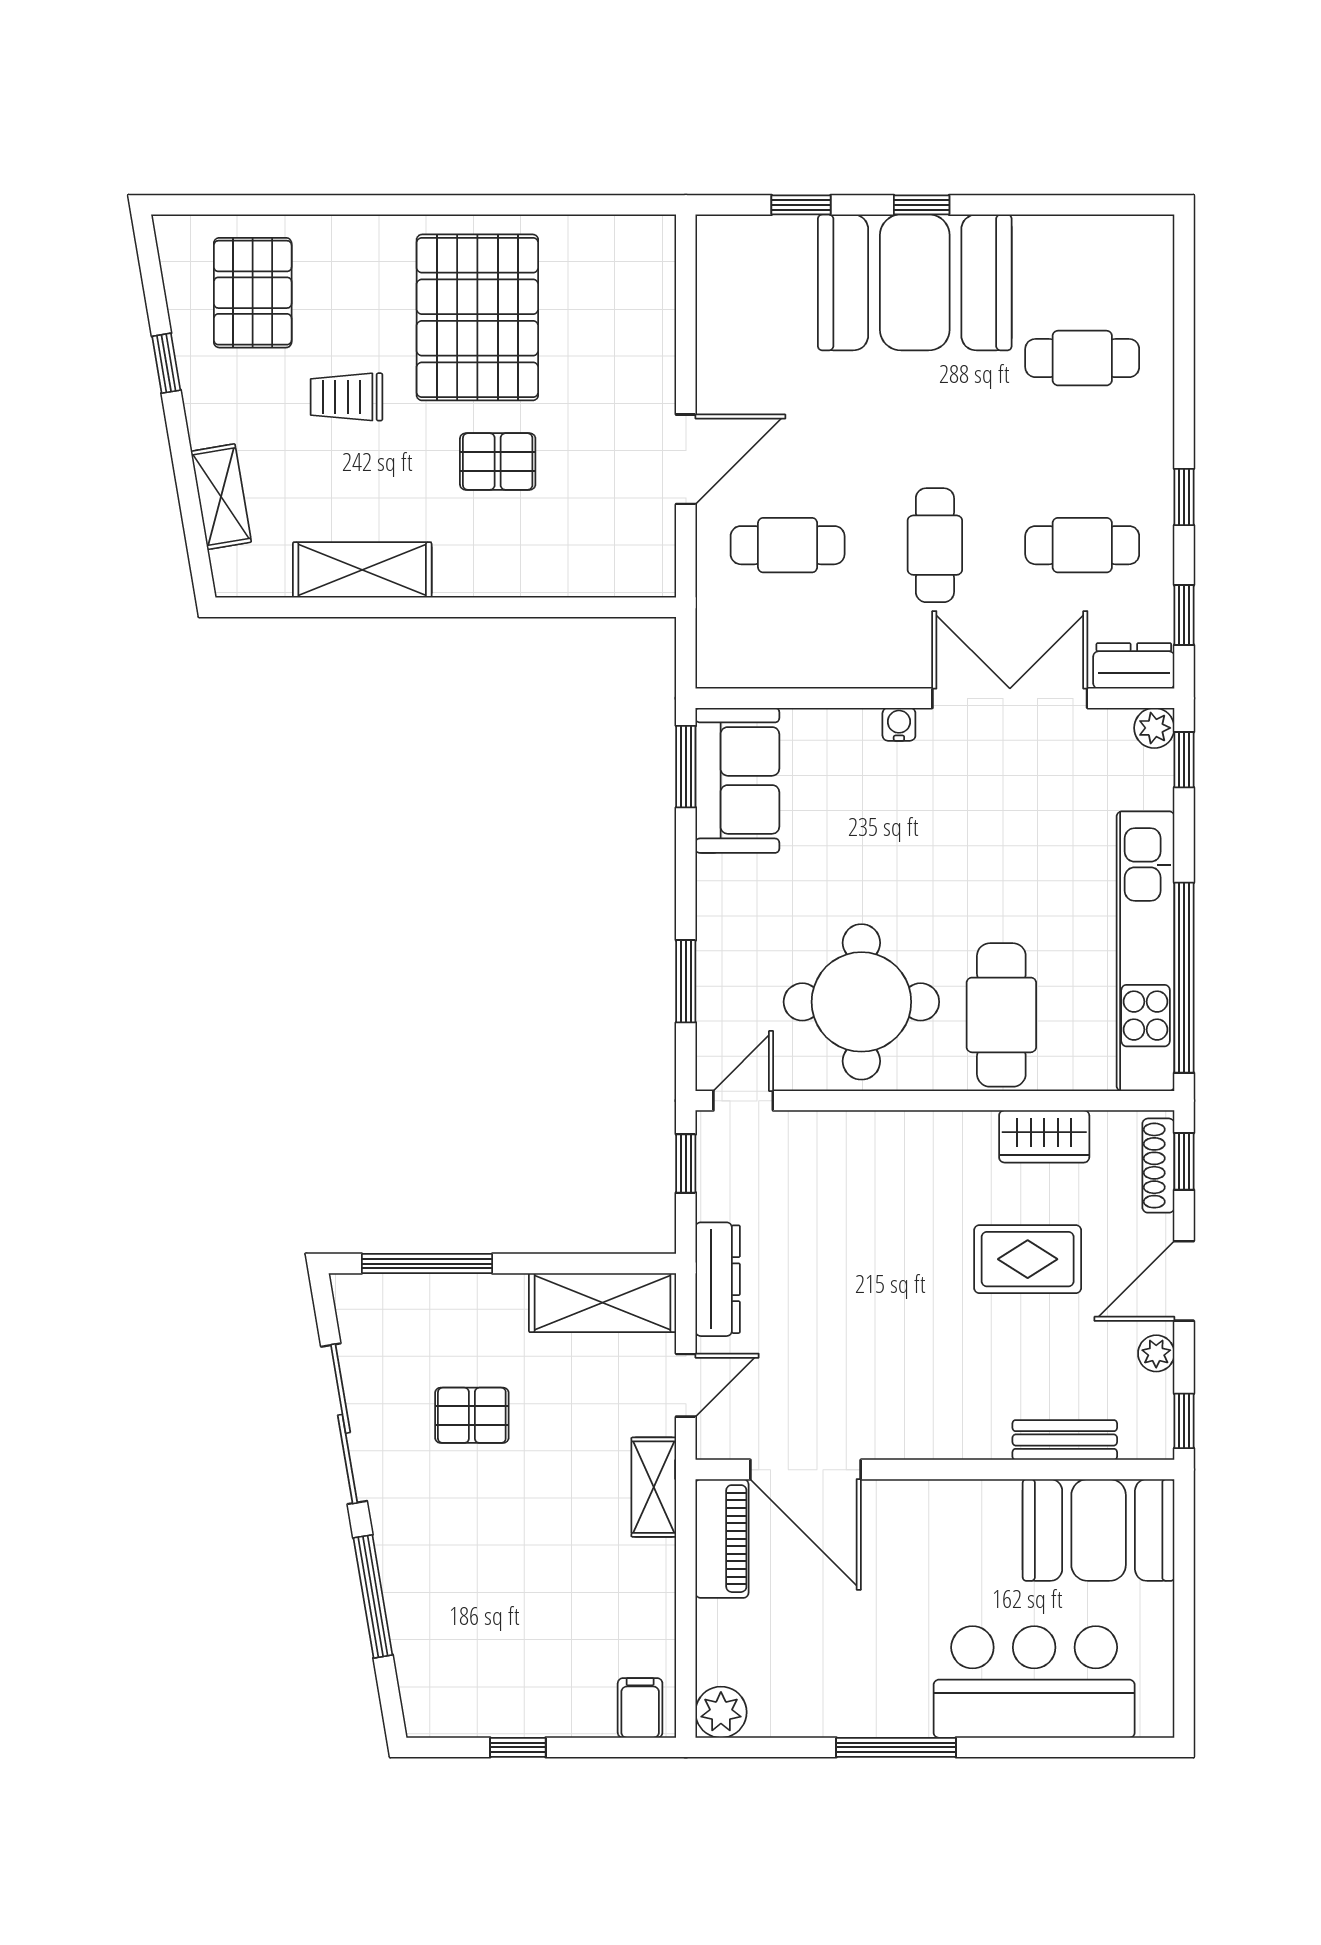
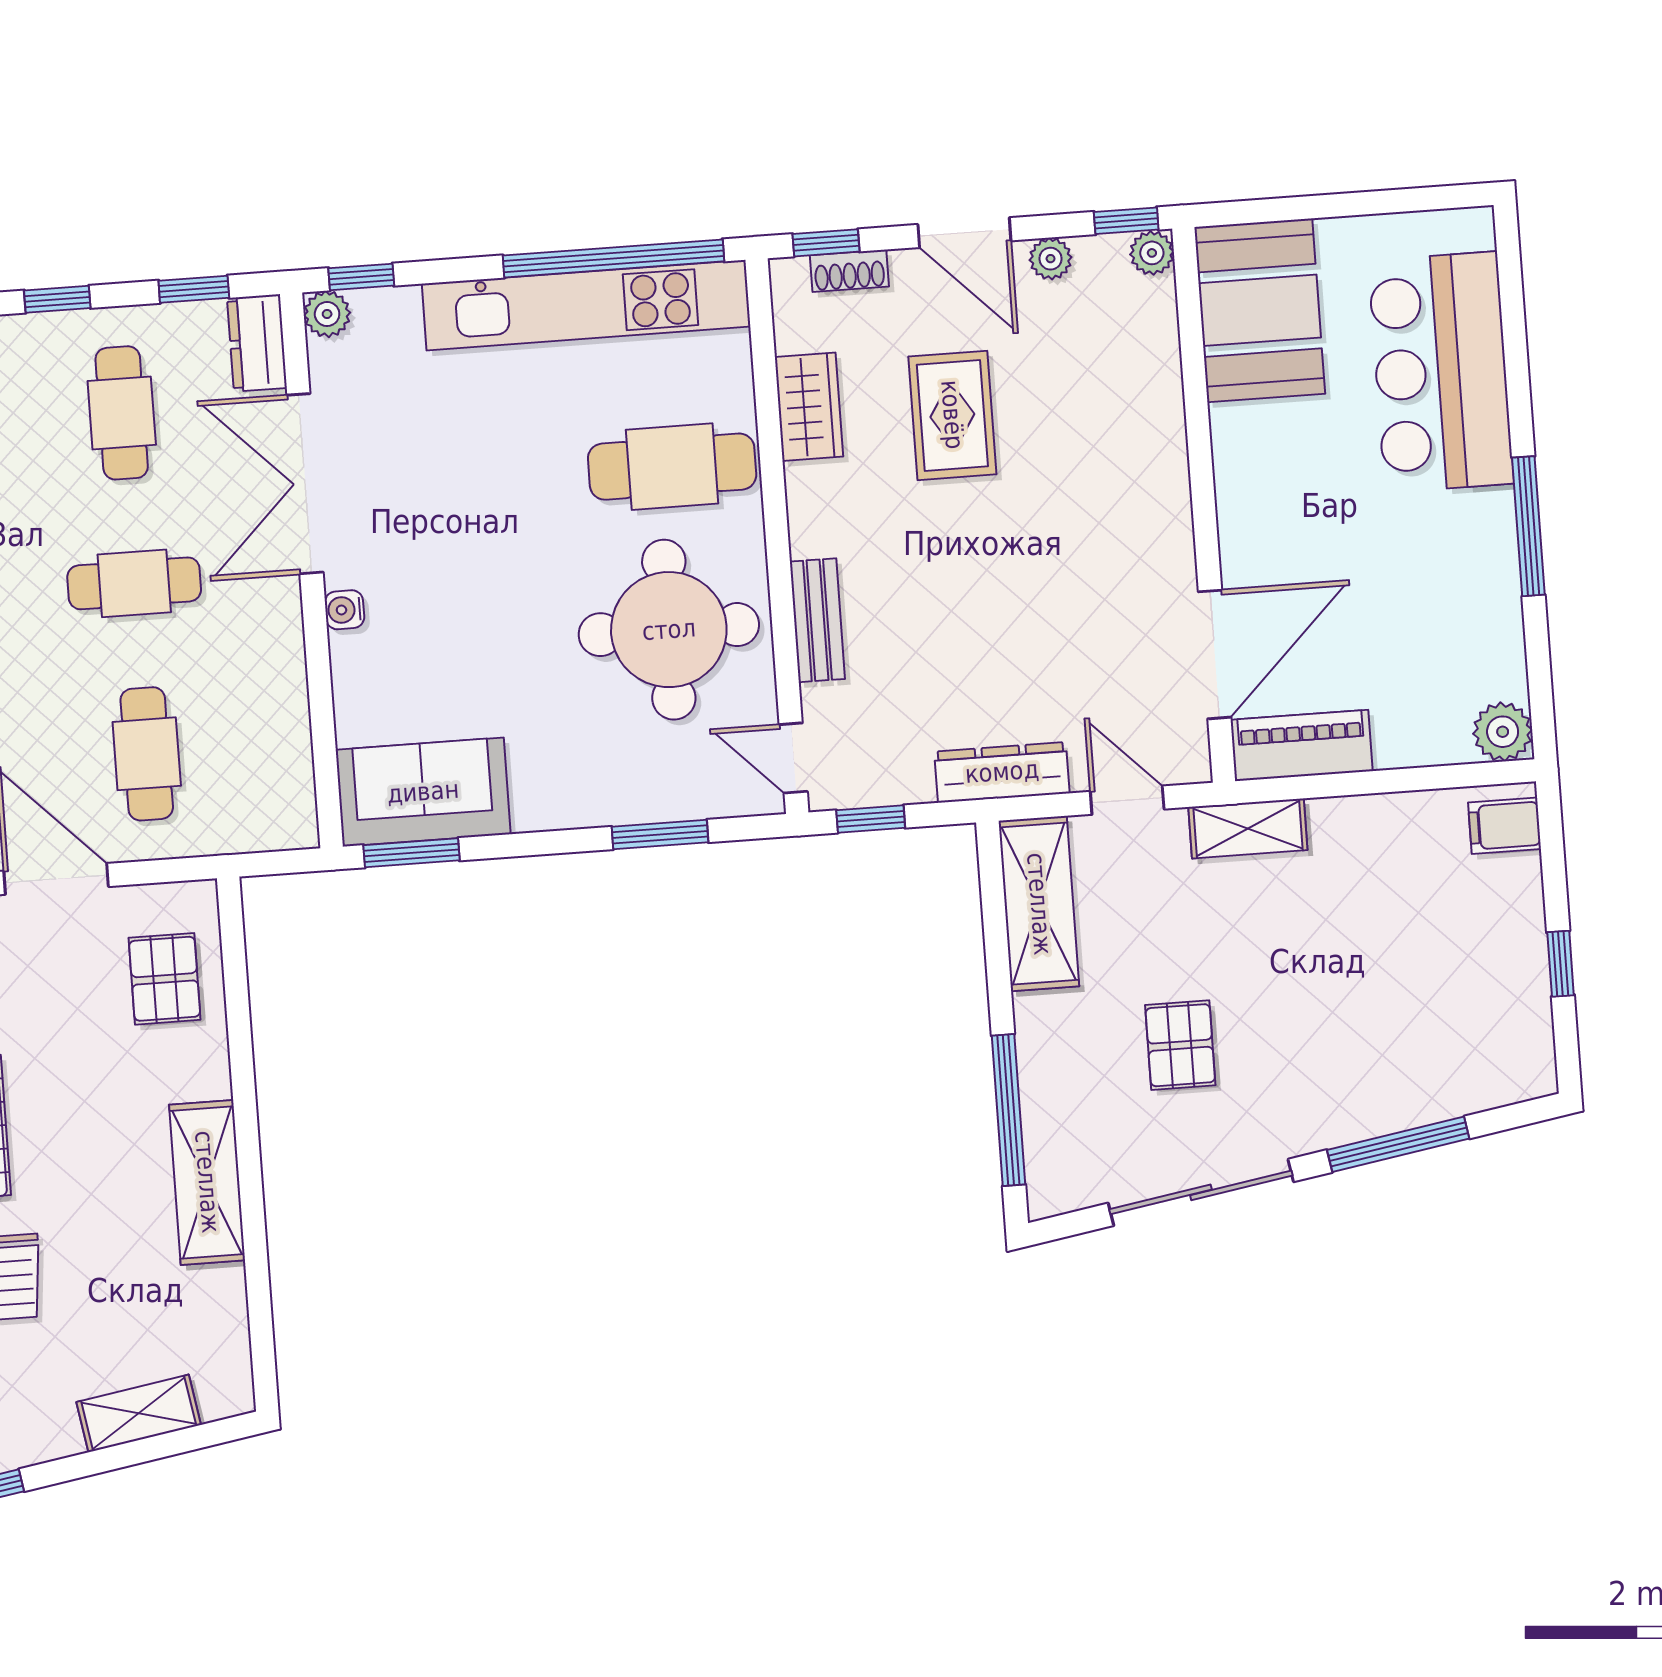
pallet: (498, 462) -> (165, 979), moved
shelving: (362, 570) -> (207, 1182), moved
shoe rack: (1158, 1166) -> (849, 271), width x0.70
bench: (1065, 1440) -> (817, 620), moved
plant: (1155, 1441) -> (1152, 253), added

